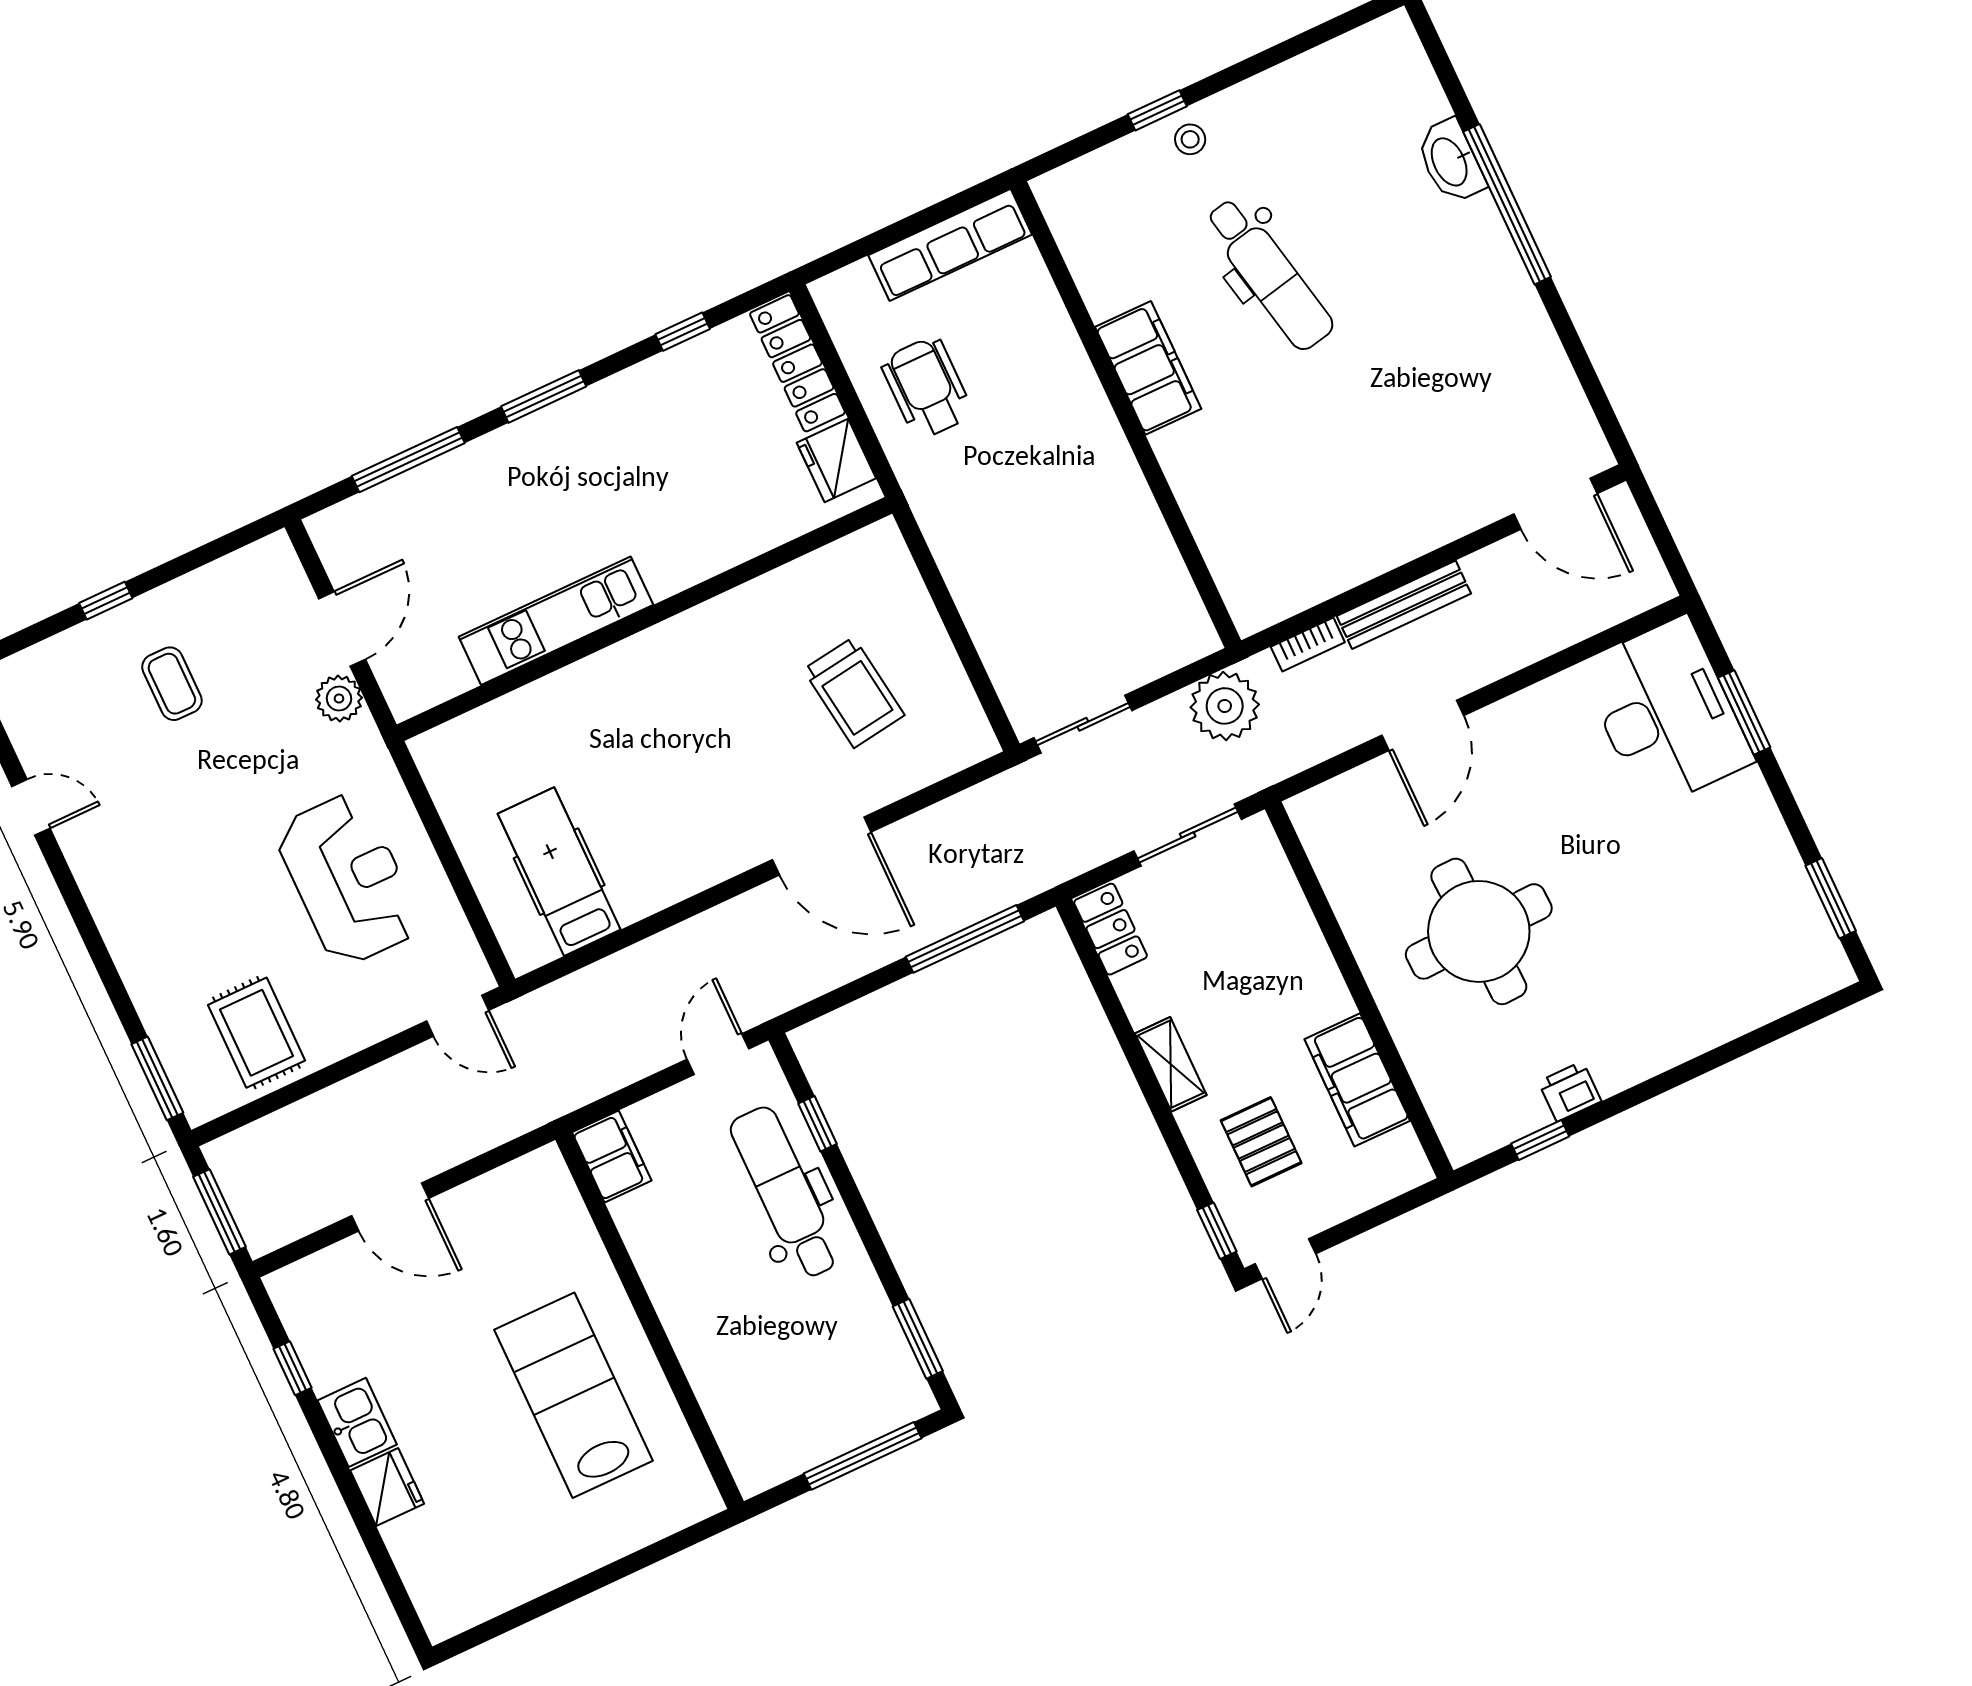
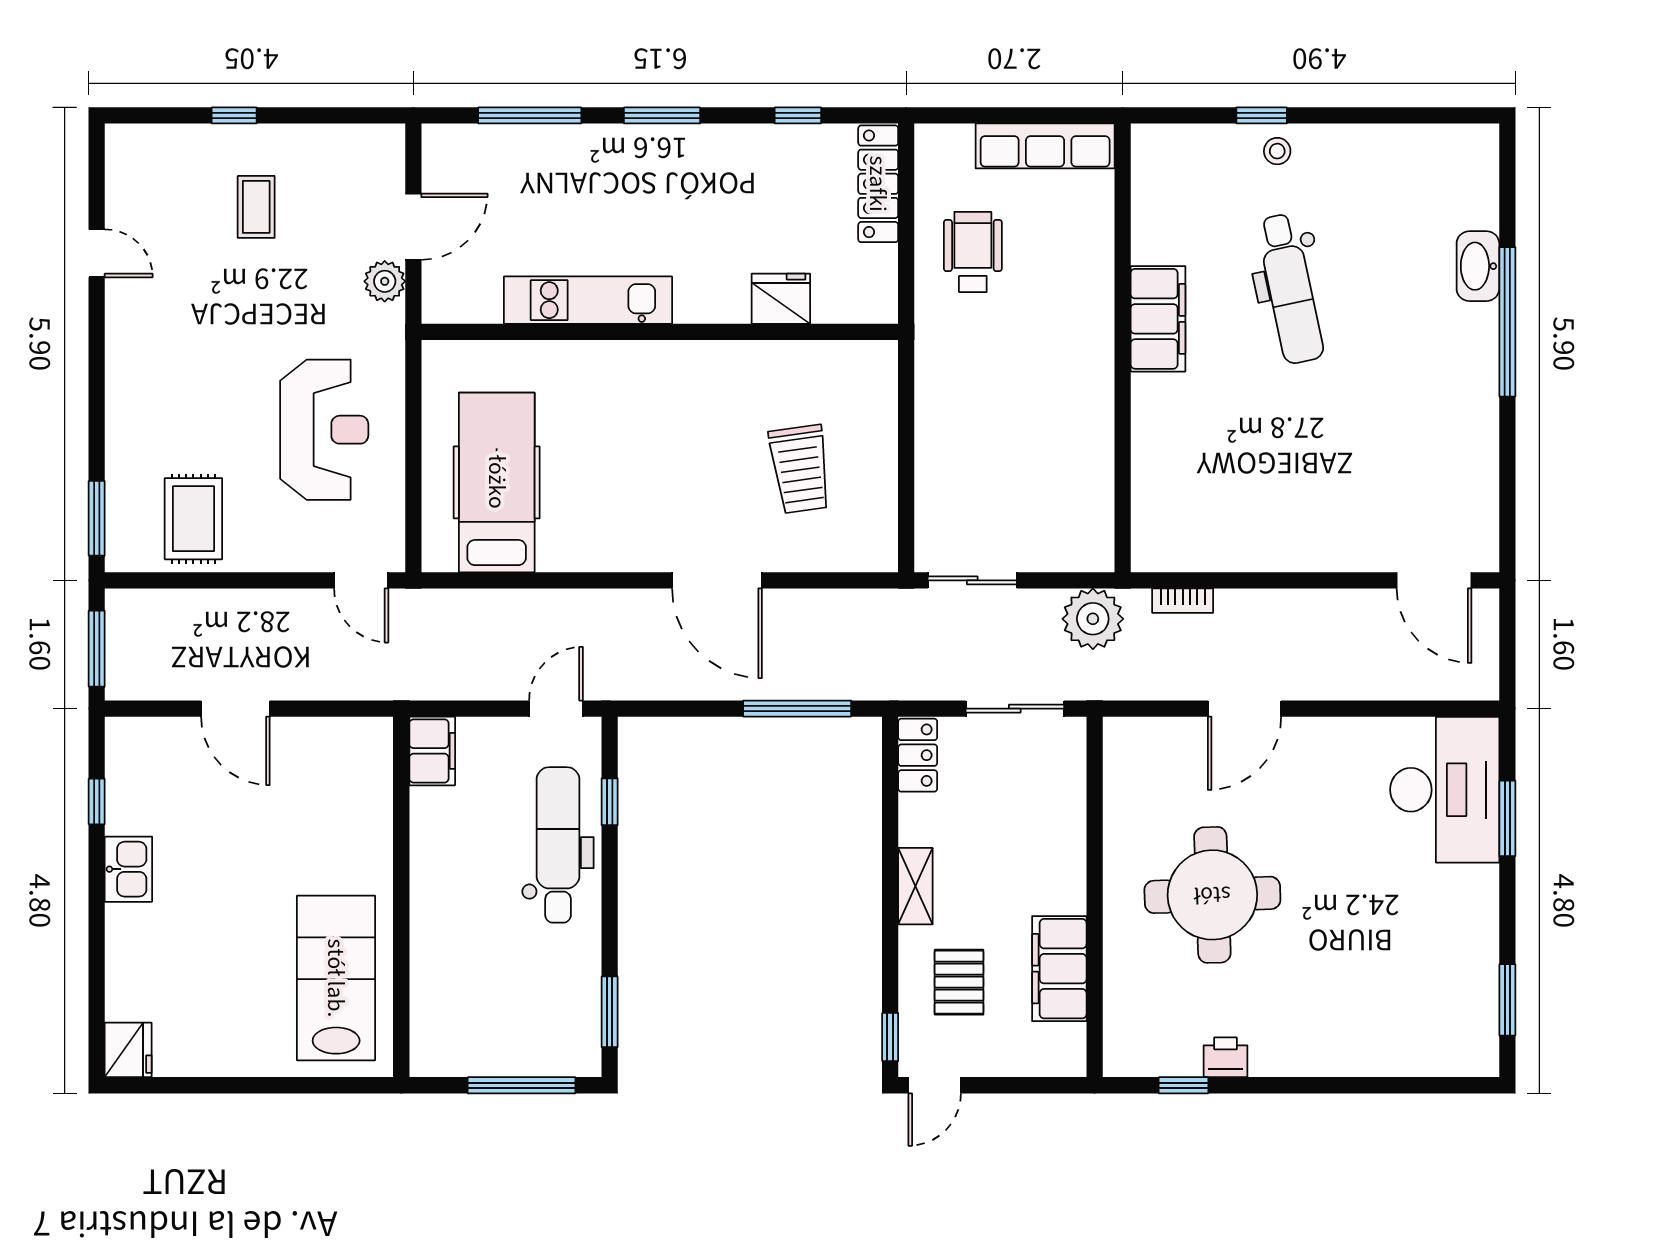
fridge: (836, 461) -> (781, 299), moved, turned 90
bench: (1404, 605) -> (1275, 605), removed
hospital bed: (559, 872) -> (497, 482), width x1.37, depth x1.29
lab bench: (573, 1395) -> (336, 978), moved
fridge: (387, 1487) -> (128, 1050), moved

